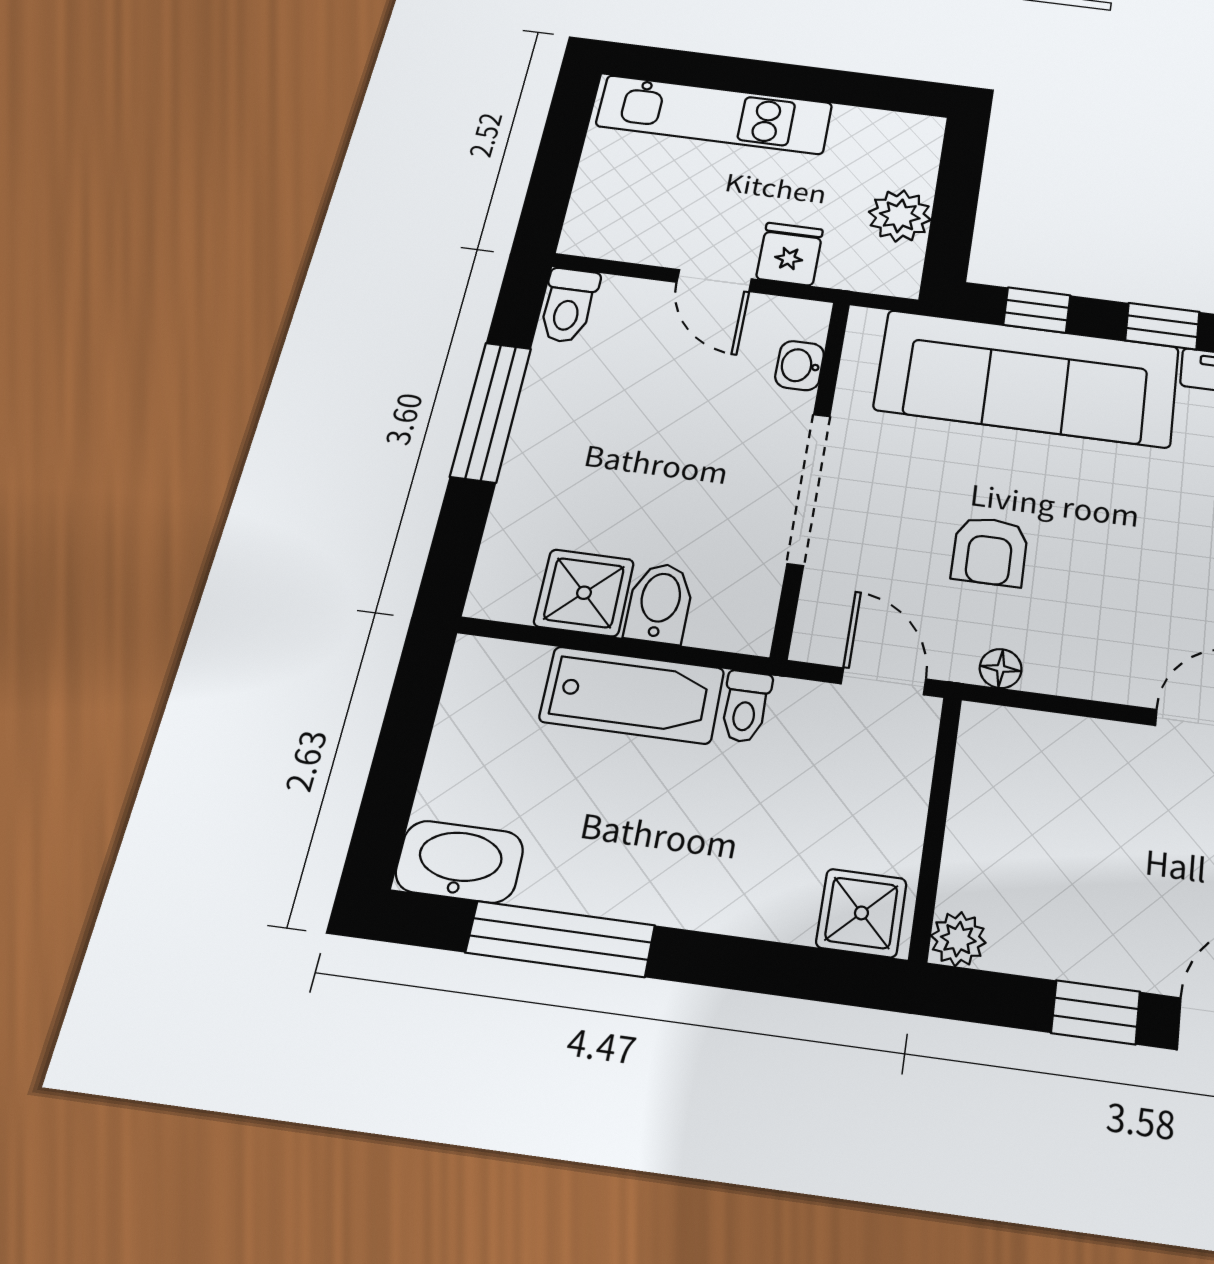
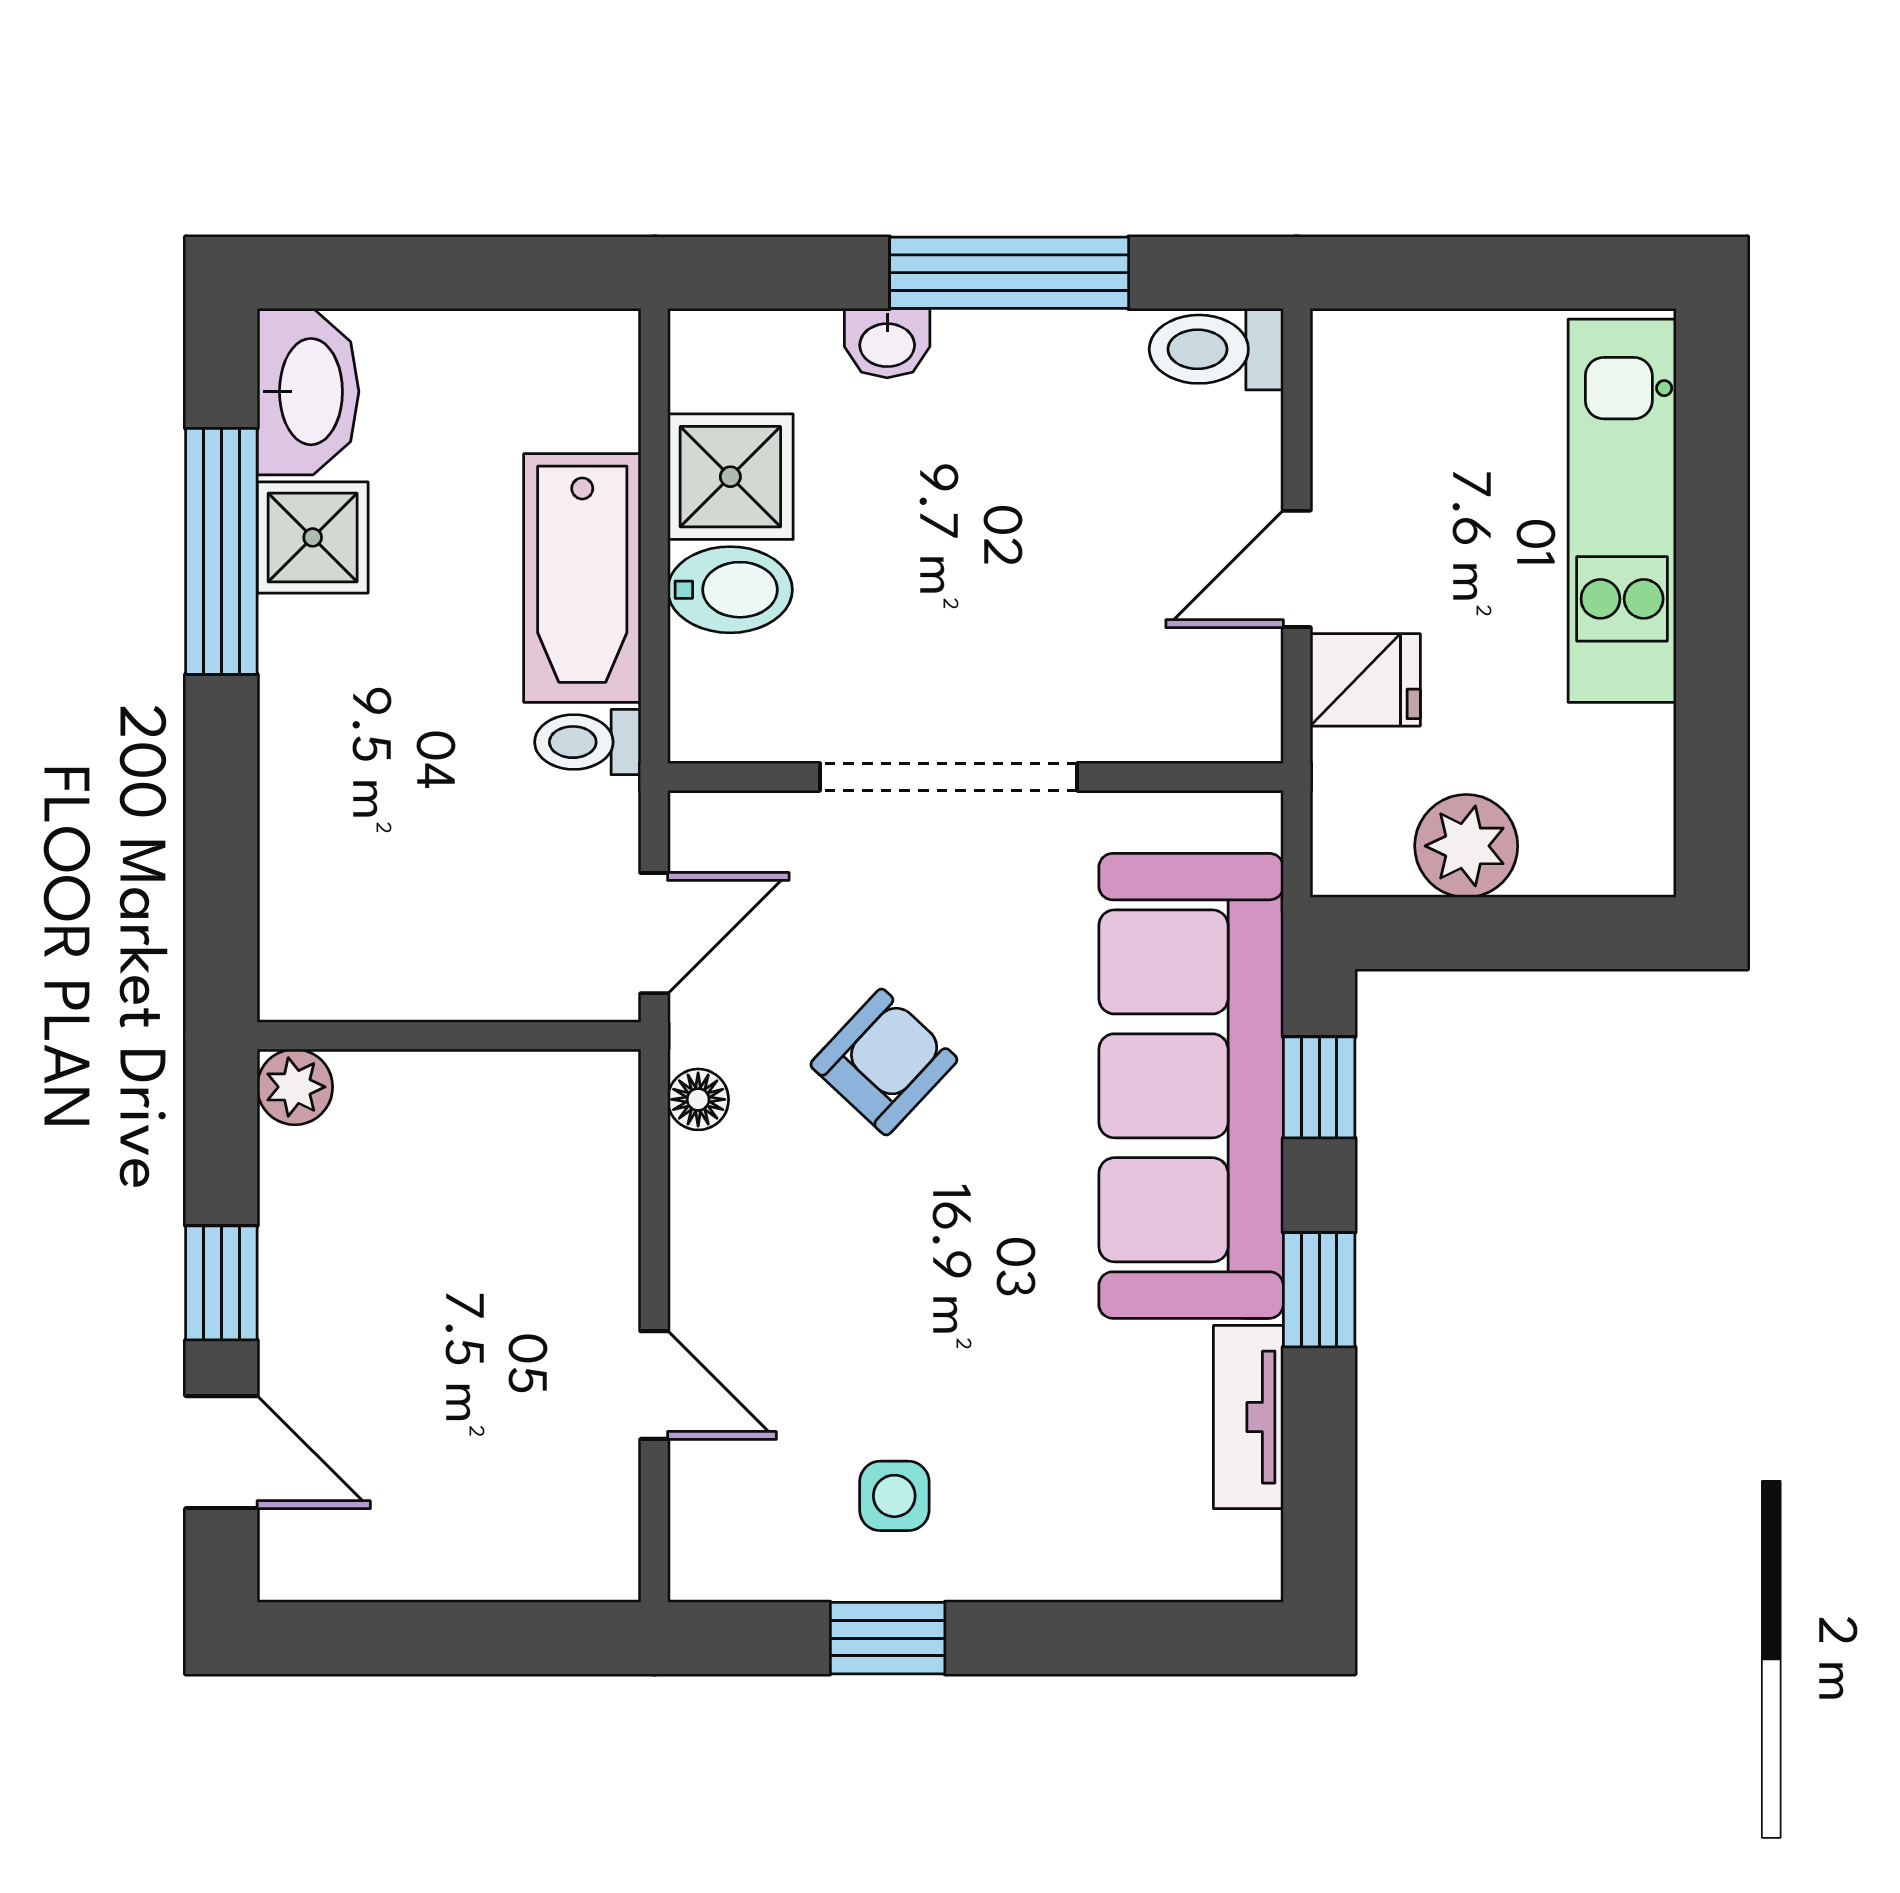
washbasin: (800, 366) -> (887, 343), moved, turned 180
armchair: (990, 551) -> (884, 1062), turned 133
shower: (861, 913) -> (313, 537), moved

